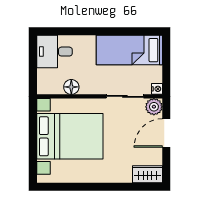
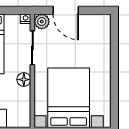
floor lamp: (71, 87) -> (24, 80), moved
wardrobe: (148, 174) -> (103, 27), removed

